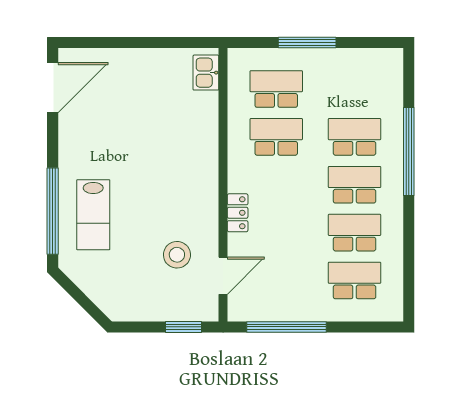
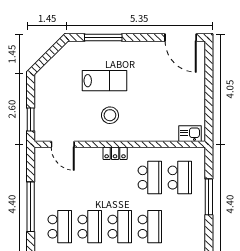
window: (53, 211) -> (103, 37), width x0.68
locker: (238, 213) -> (115, 153), moved
lab bench: (93, 215) -> (105, 81), moved, turned 180
stool: (177, 255) -> (110, 115), moved
window: (287, 327) -> (31, 207), moved

